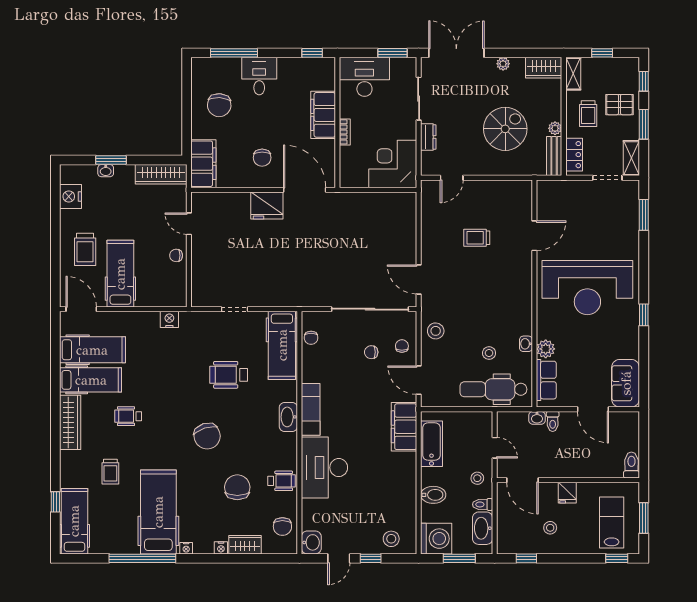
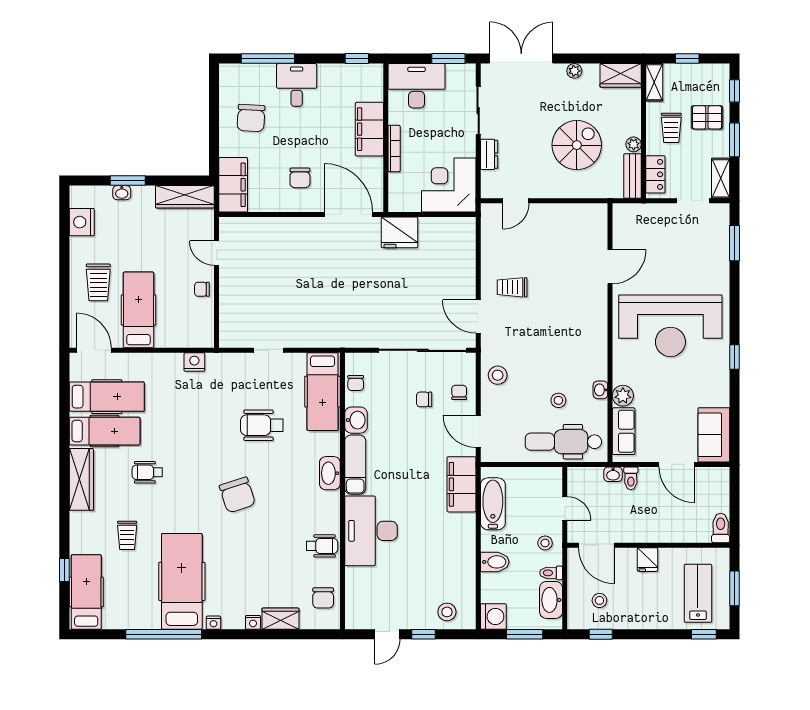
bookcase: (345, 132) -> (394, 149), width x1.56
fridge: (267, 206) -> (399, 232), moved
trolley: (477, 238) -> (512, 287), moved
chair: (237, 487) -> (272, 553), removed
stool: (550, 528) -> (599, 600), moved
washing machine: (436, 539) -> (493, 617), width x0.73, depth x0.73
washbasin: (311, 542) -> (356, 420), moved

